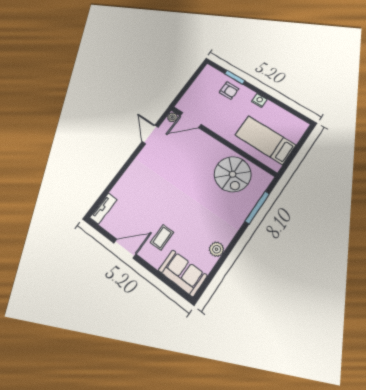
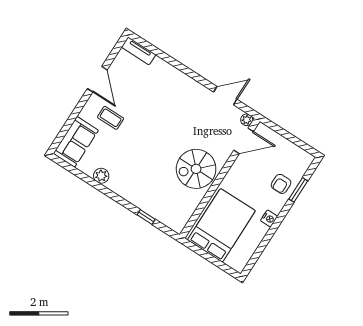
door: (190, 120) -> (244, 141), swing flipped
bed: (265, 140) -> (221, 225), width x1.50
spiral stairs: (233, 174) -> (196, 169), moved
window: (257, 208) -> (146, 217), width x0.46

